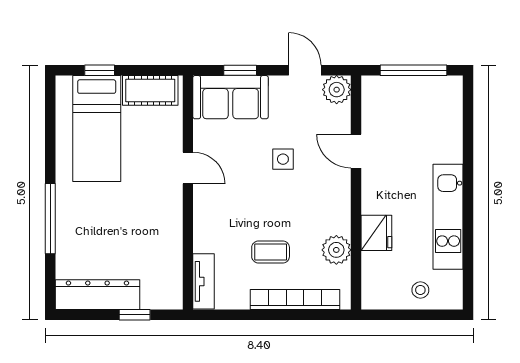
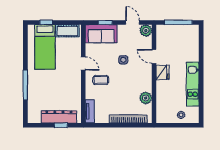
fridge: (376, 233) -> (163, 72), moved
coffee table: (271, 252) -> (101, 80), moved
dresser: (97, 295) -> (59, 117), moved

